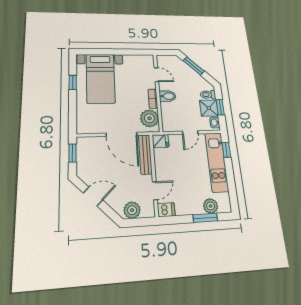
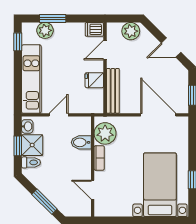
bidet: (168, 96) -> (81, 142), moved
door: (122, 134) -> (158, 115), moved
fridge: (160, 141) -> (94, 80), moved
window: (226, 150) -> (18, 42), moved

